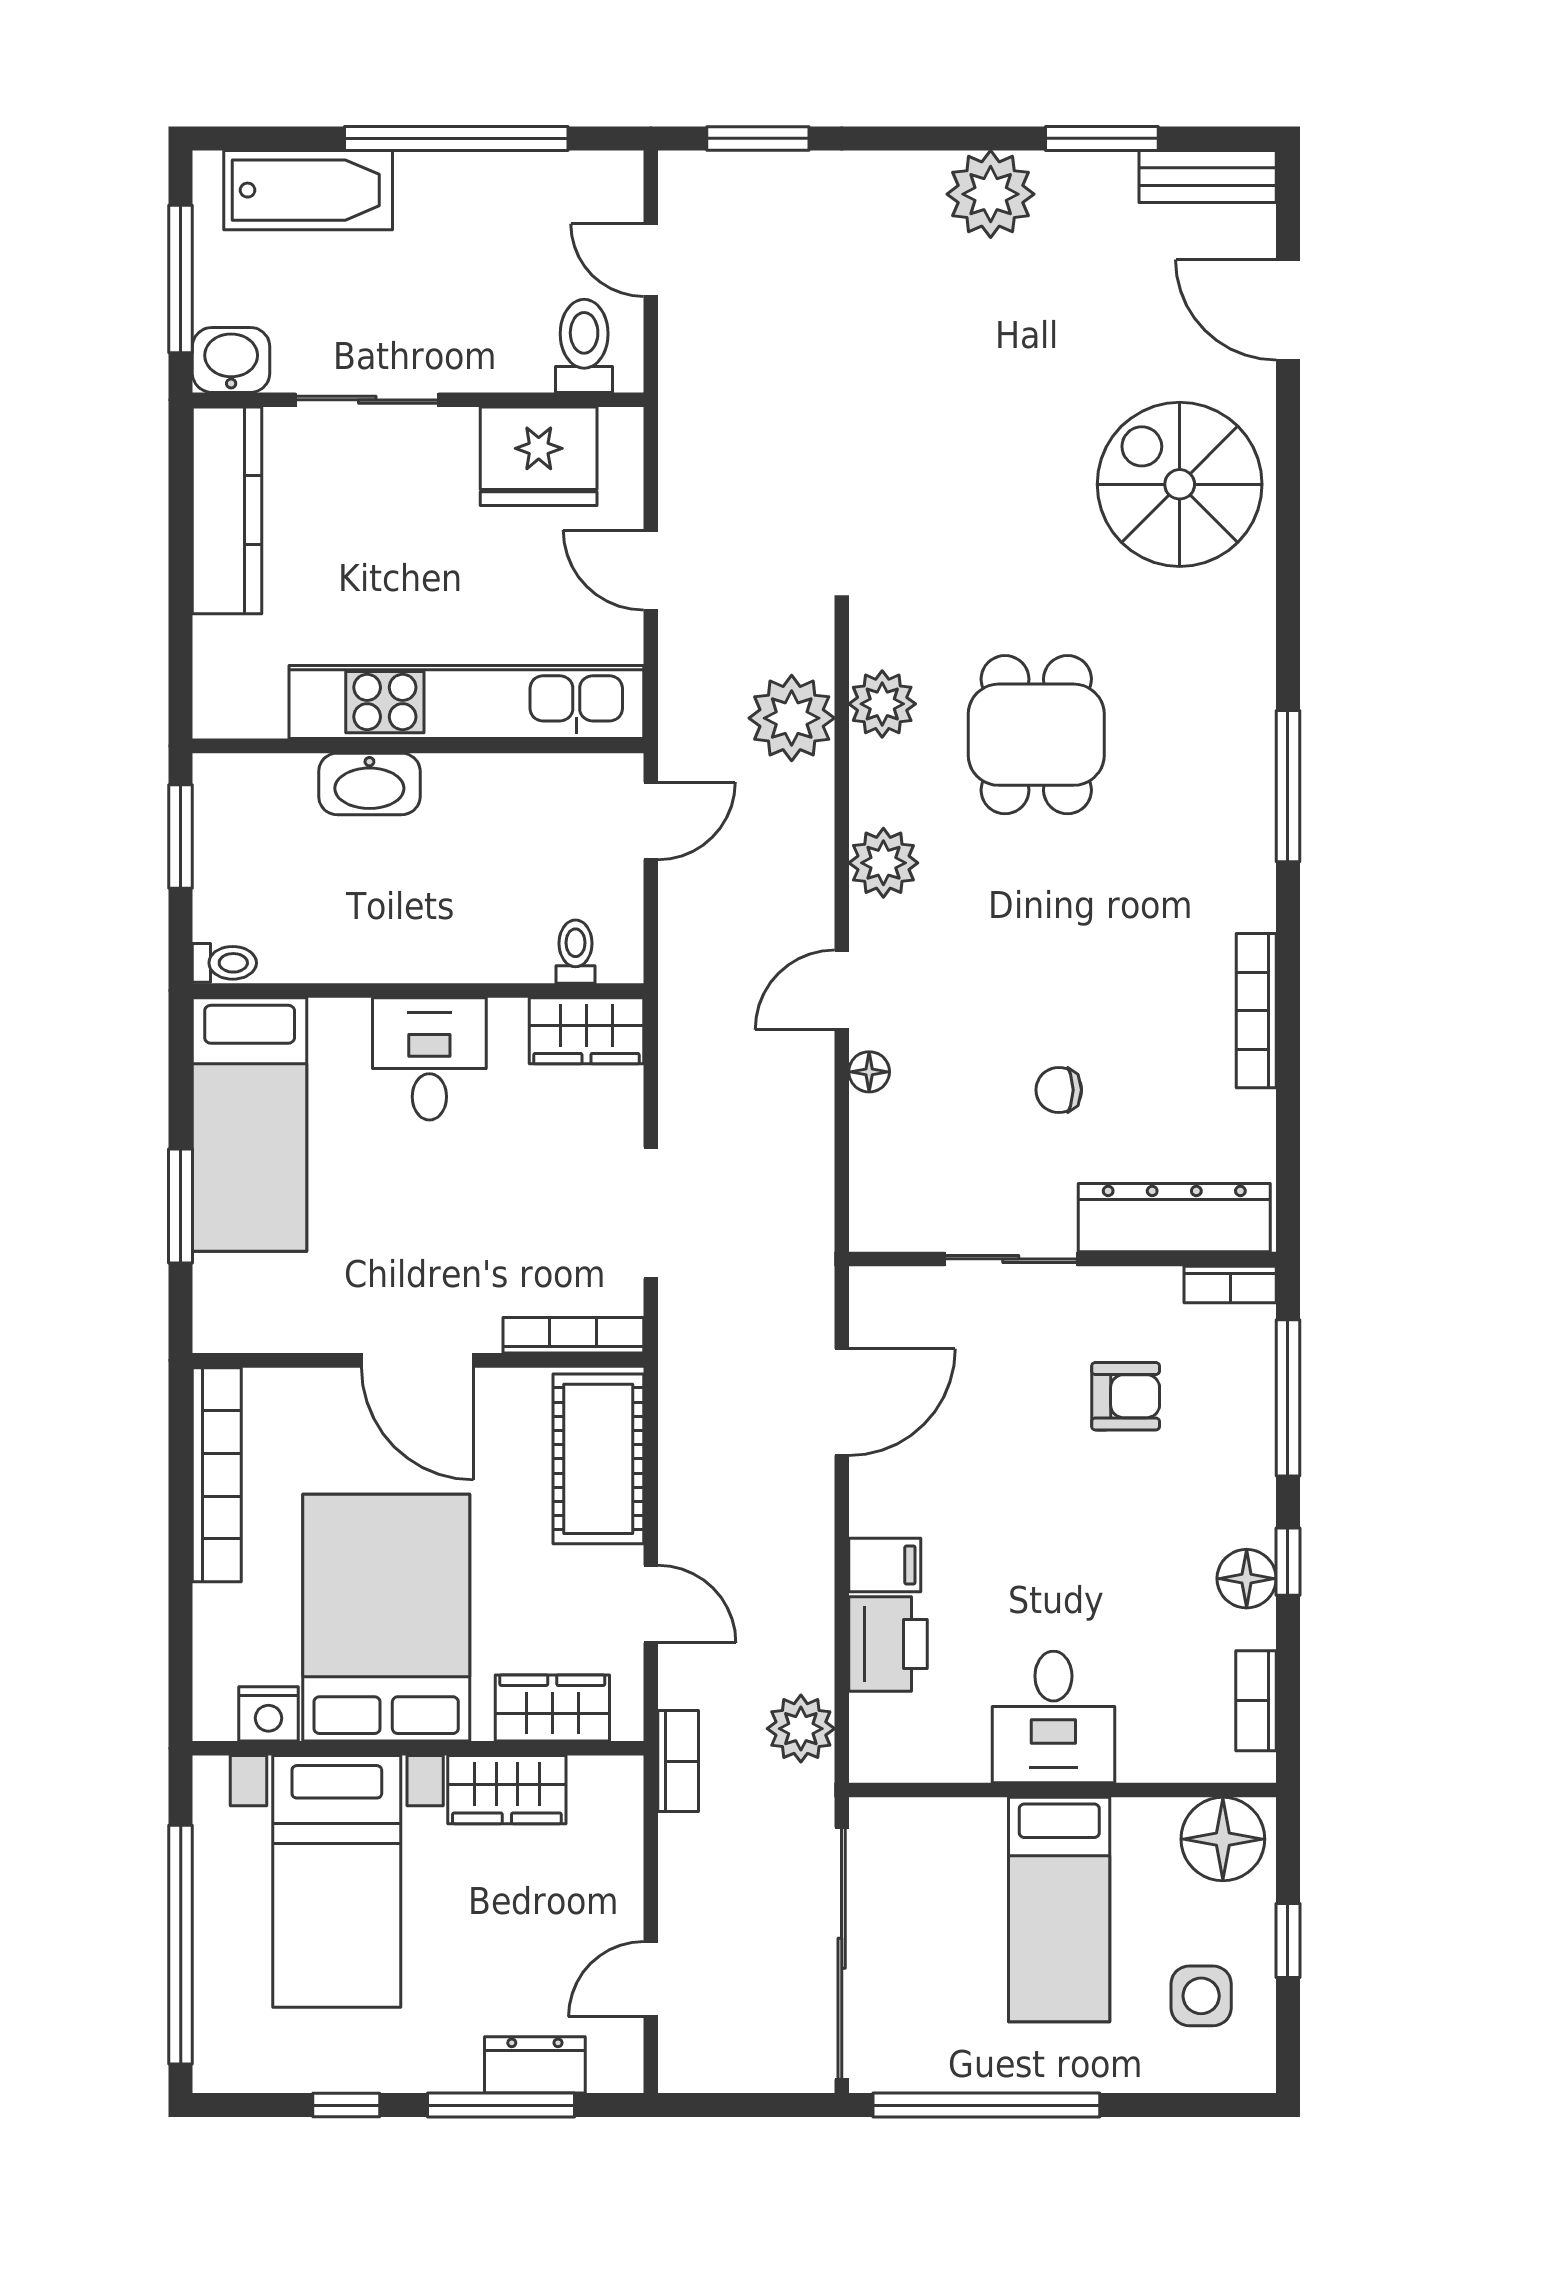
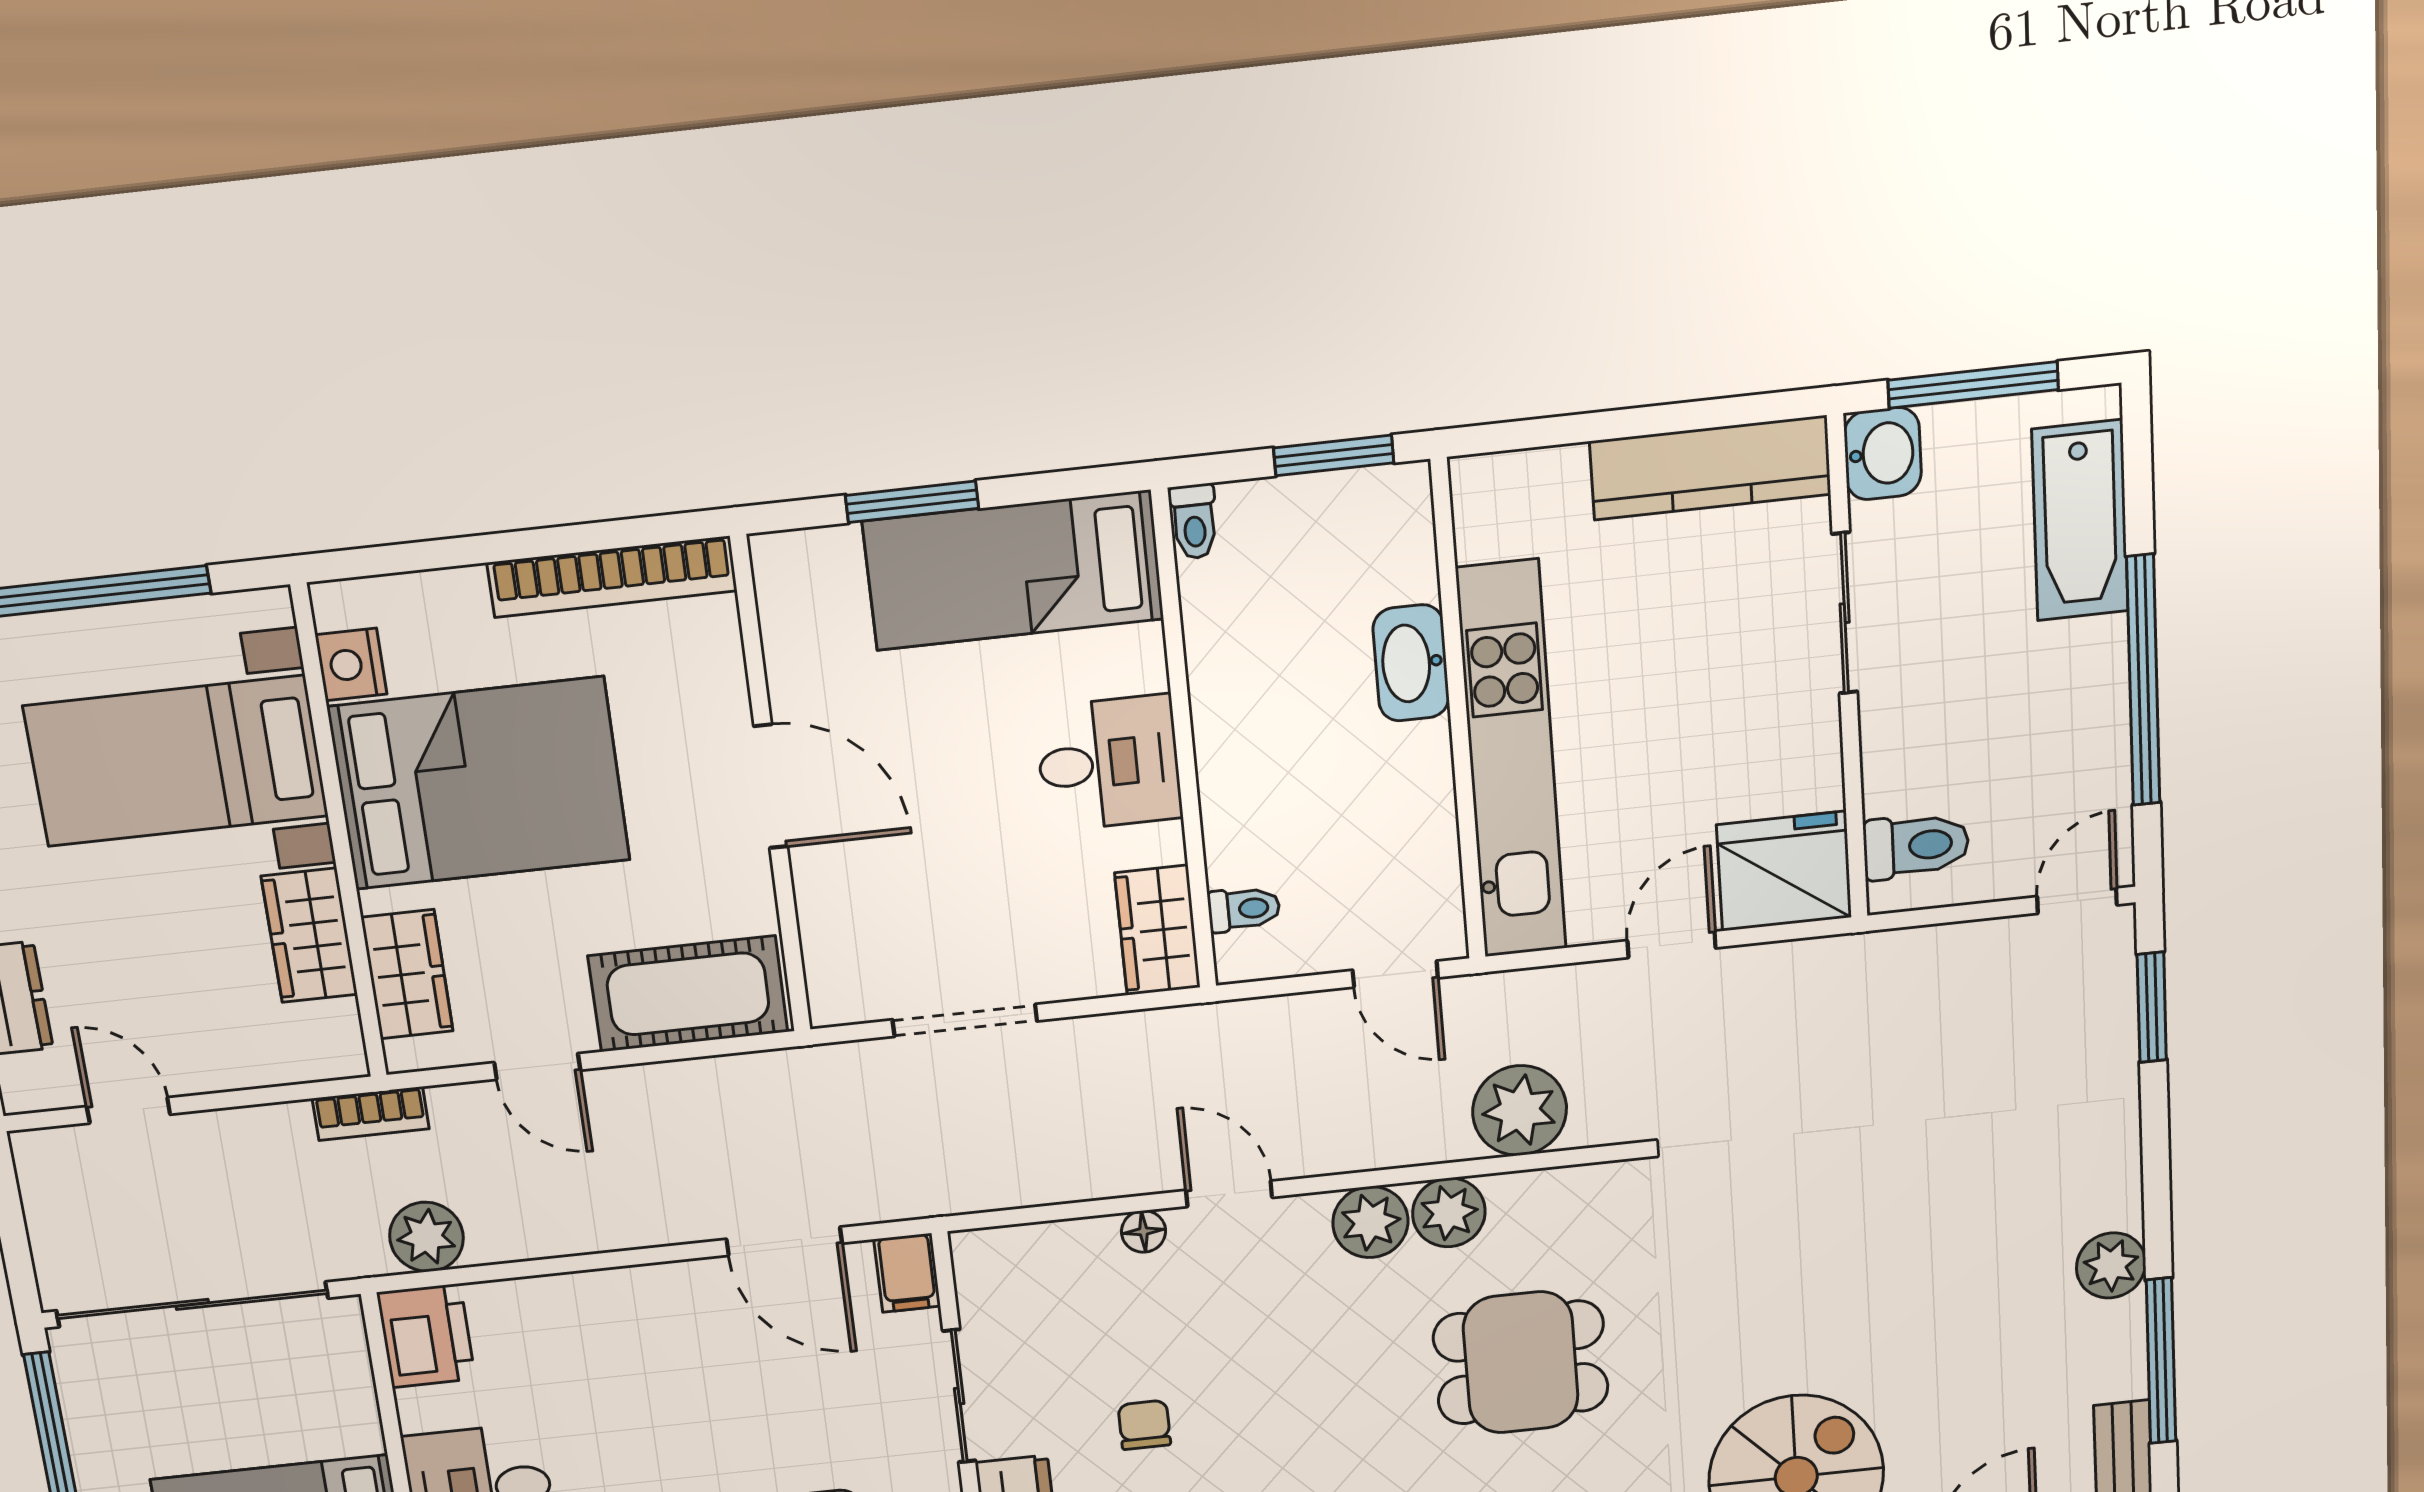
window: (1102, 138) -> (2161, 1361), width x1.44
plant: (991, 194) -> (2111, 1265), width x0.73, depth x0.73
door: (651, 260) -> (2077, 901), moved
fridge: (539, 456) -> (1784, 871), moved, turned 90
plant: (882, 704) -> (1449, 1212), moved
bookcase: (573, 1335) -> (820, 952), removed
door: (417, 1360) -> (771, 786), swing flipped
filing cabinet: (885, 1565) -> (907, 1273), moved
door: (651, 1604) -> (537, 1066), hinge flipped
printer: (888, 1644) -> (426, 1336), moved, turned -90

